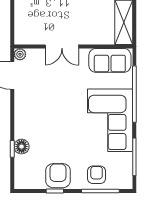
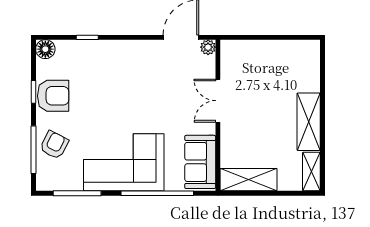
floor lamp: (22, 147) -> (45, 49), moved
armchair: (97, 175) -> (54, 145), turned -63

